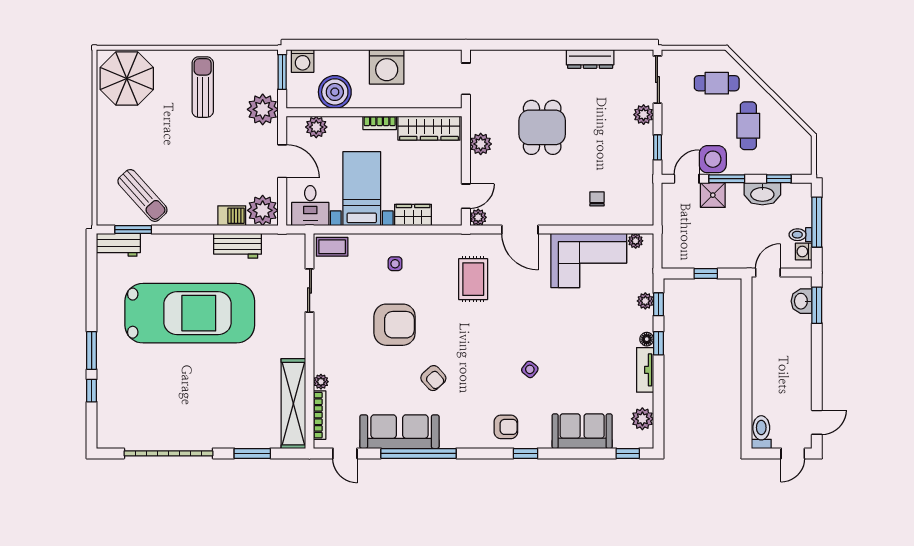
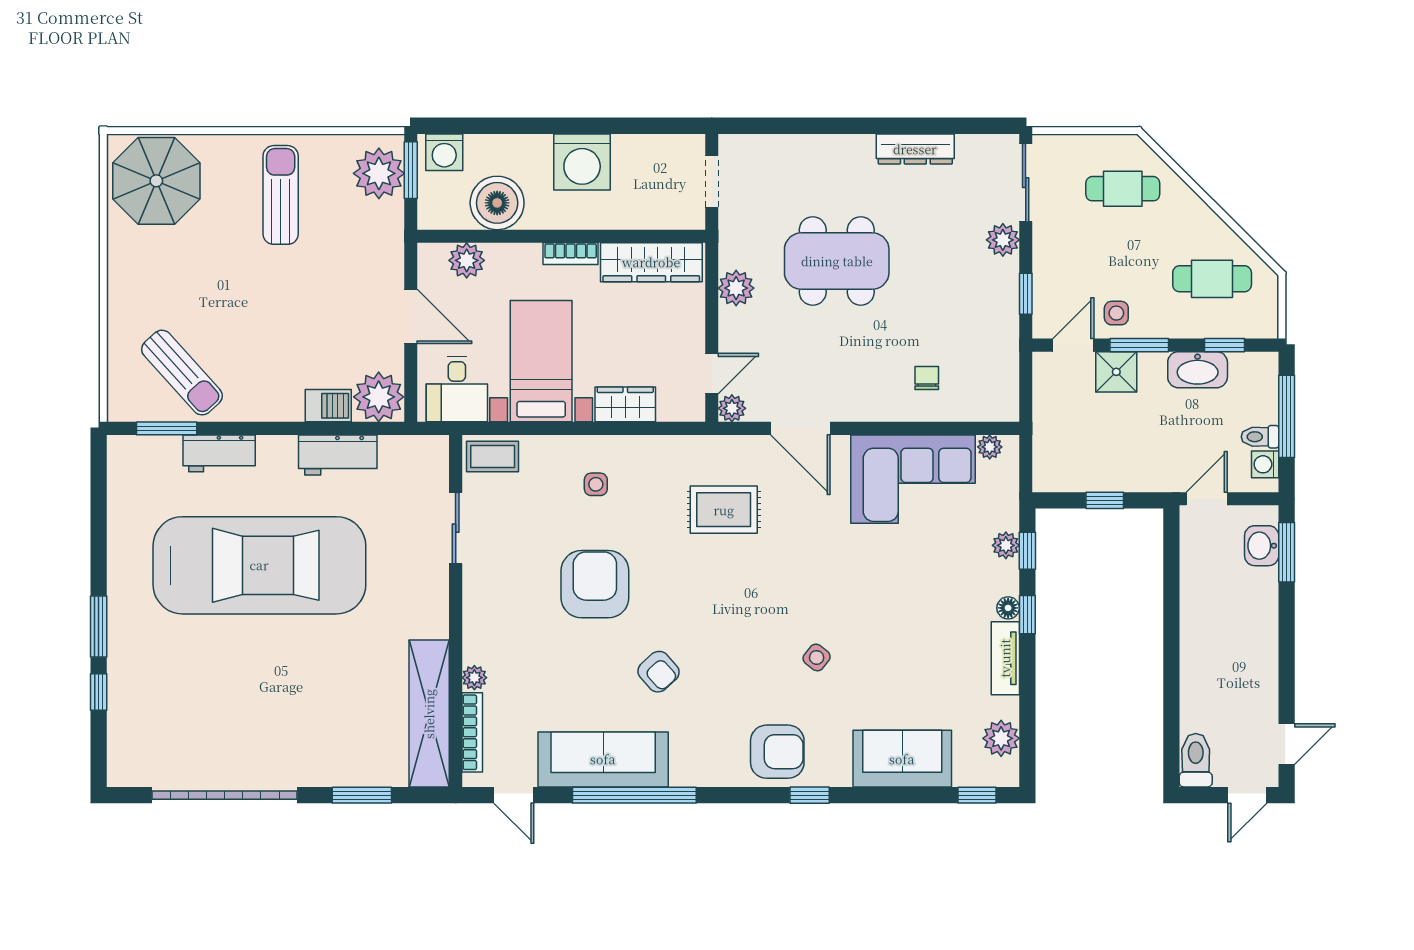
plant: (263, 109) -> (379, 173), moved
cafe table: (748, 126) -> (1212, 279), moved, turned 90
dining table: (542, 127) -> (837, 261), width x1.38
side table: (713, 159) -> (1116, 313), width x0.54, depth x0.54
workbench: (119, 245) -> (219, 453), moved
rug: (473, 279) -> (724, 510), turned 90
armchair: (395, 325) -> (595, 584), turned -90
armchair: (506, 427) -> (777, 752), width x1.38, depth x1.38

